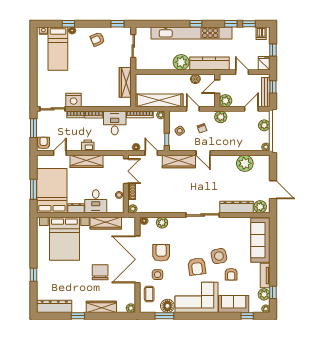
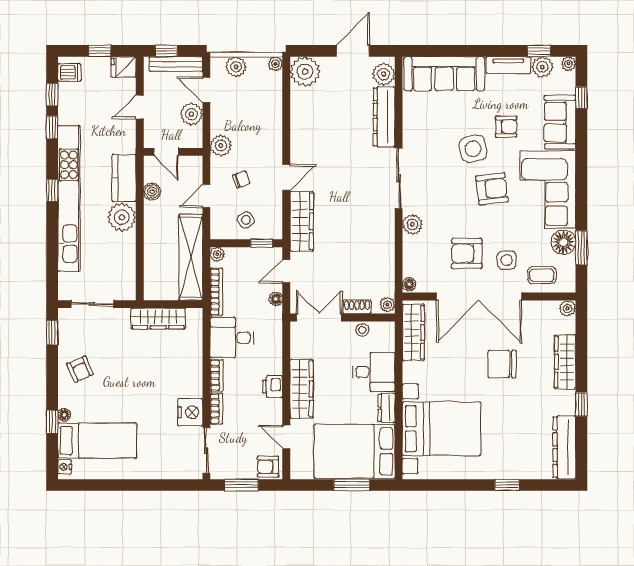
kitchen counter: (209, 63) -> (124, 178), width x0.67
plant: (225, 101) -> (191, 114), moved
plant: (245, 163) -> (305, 72), moved
wardrobe: (106, 223) -> (413, 332), moved
plant: (162, 223) -> (412, 224), moved

